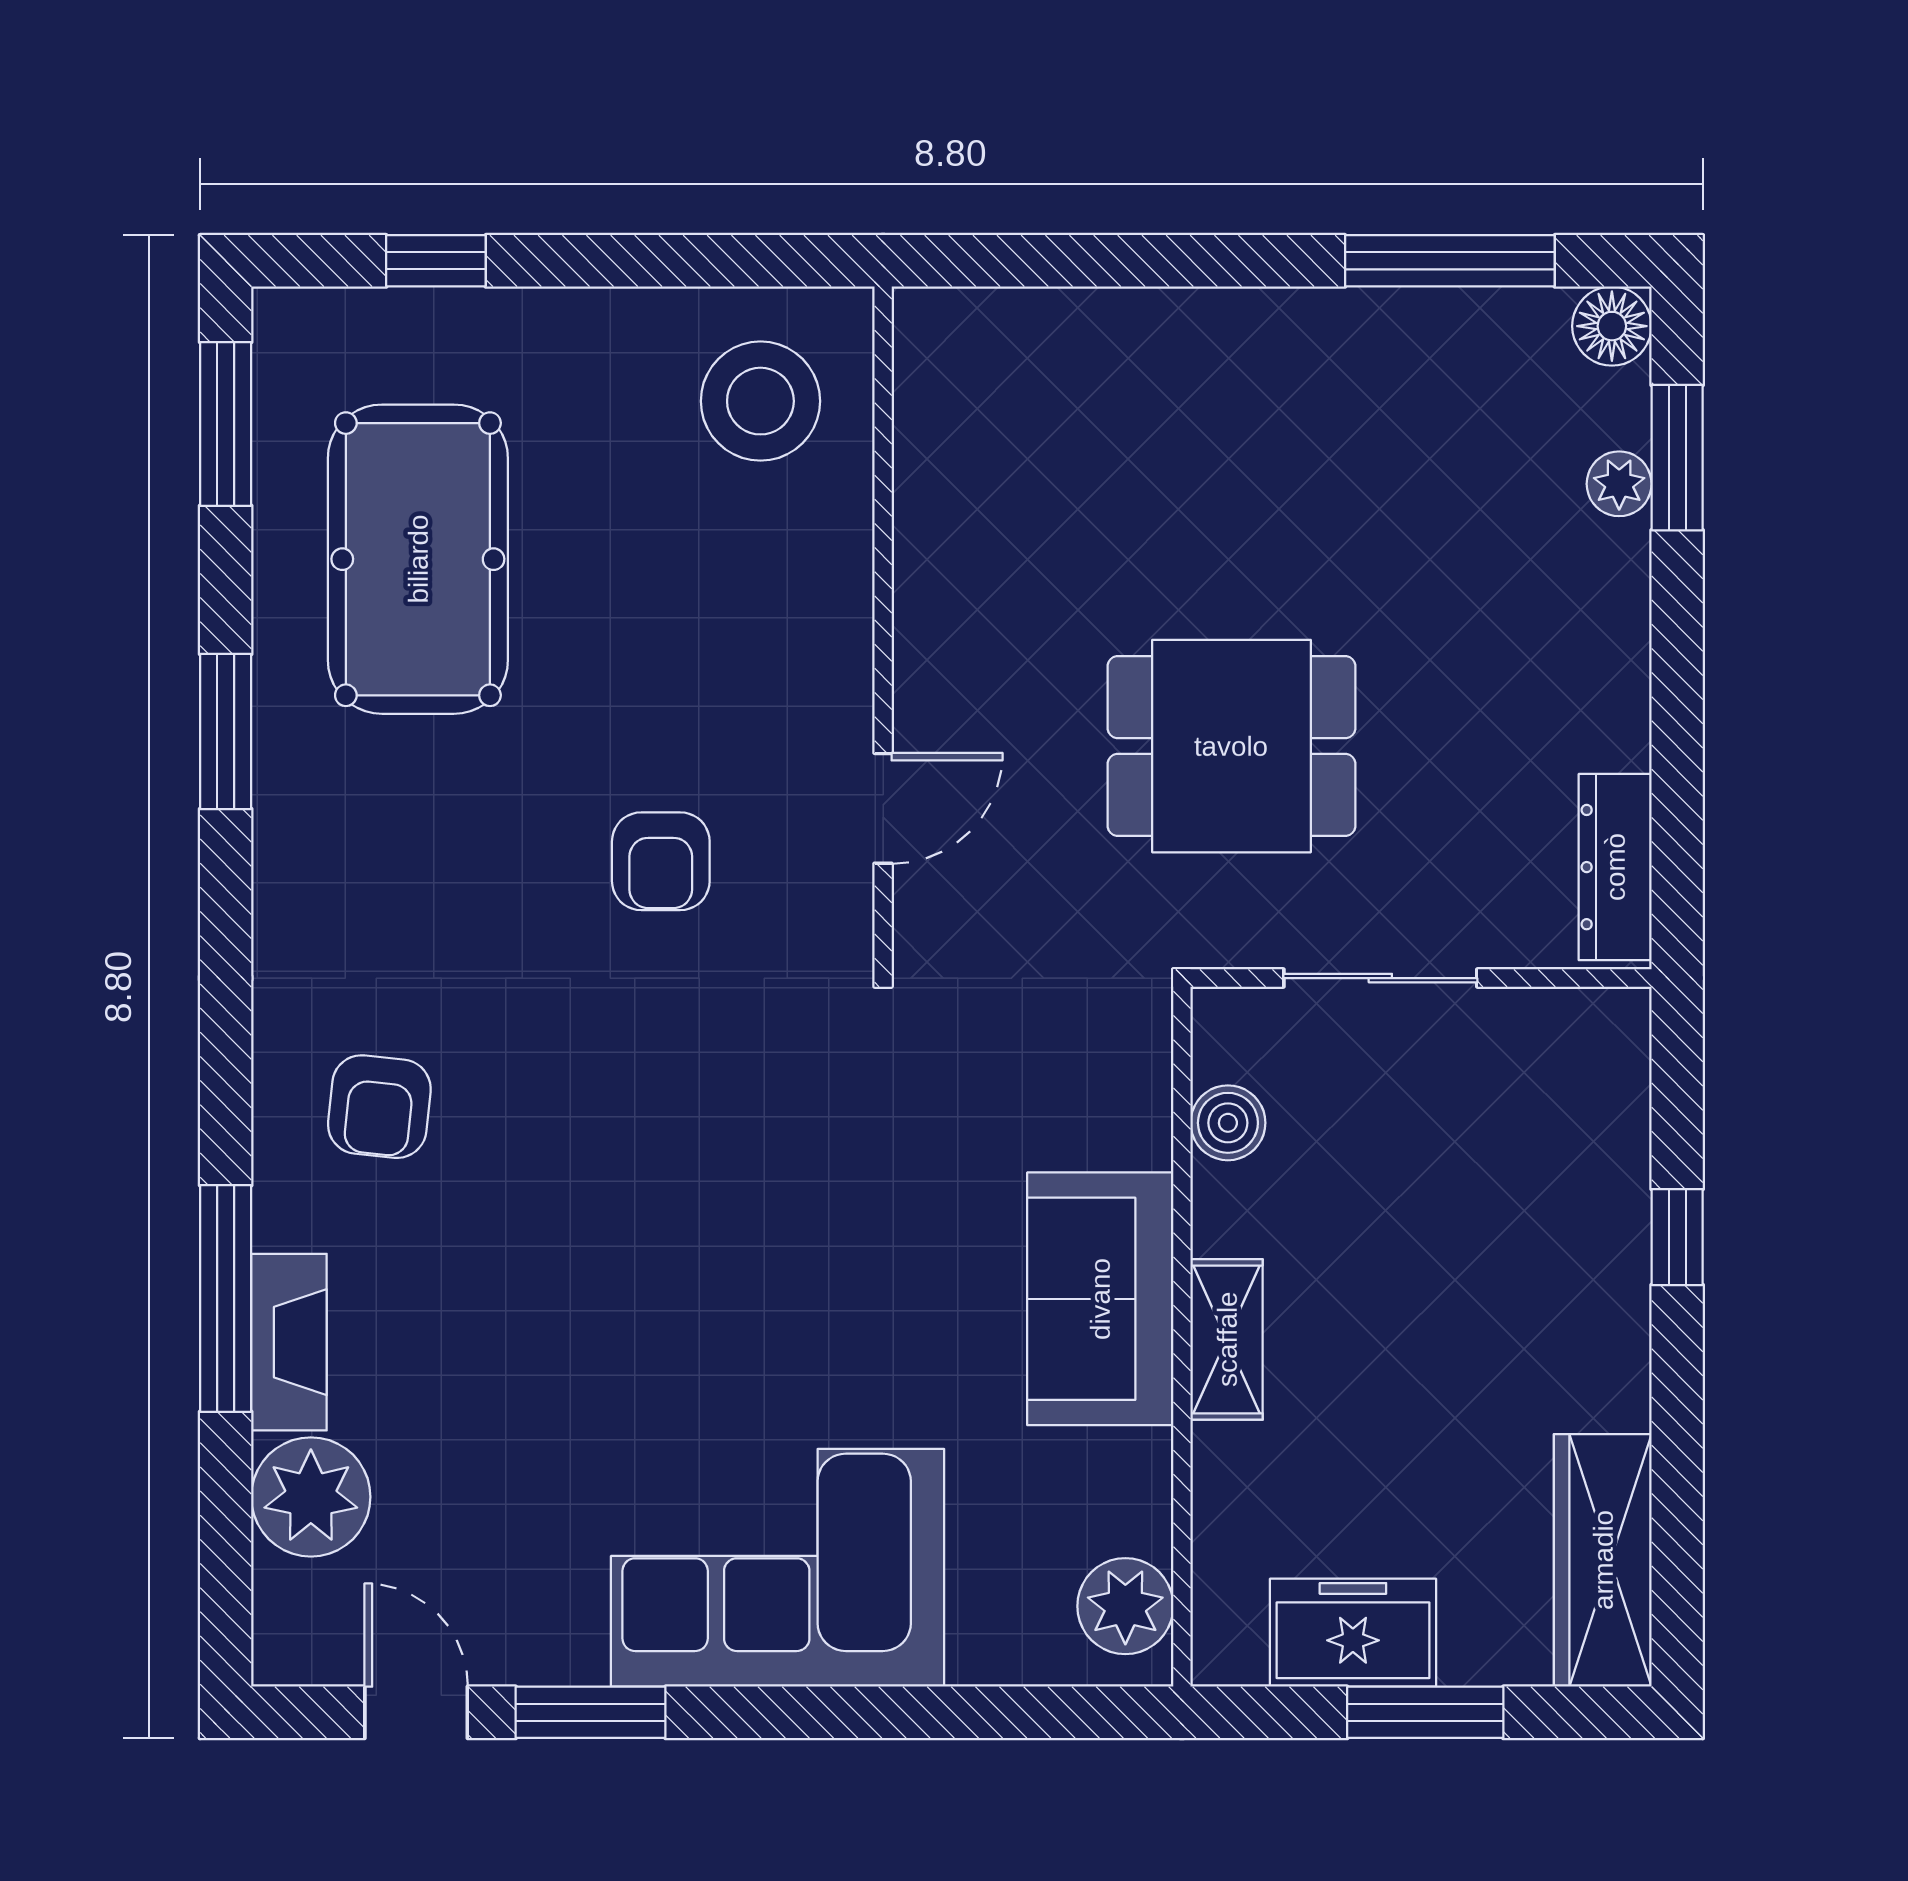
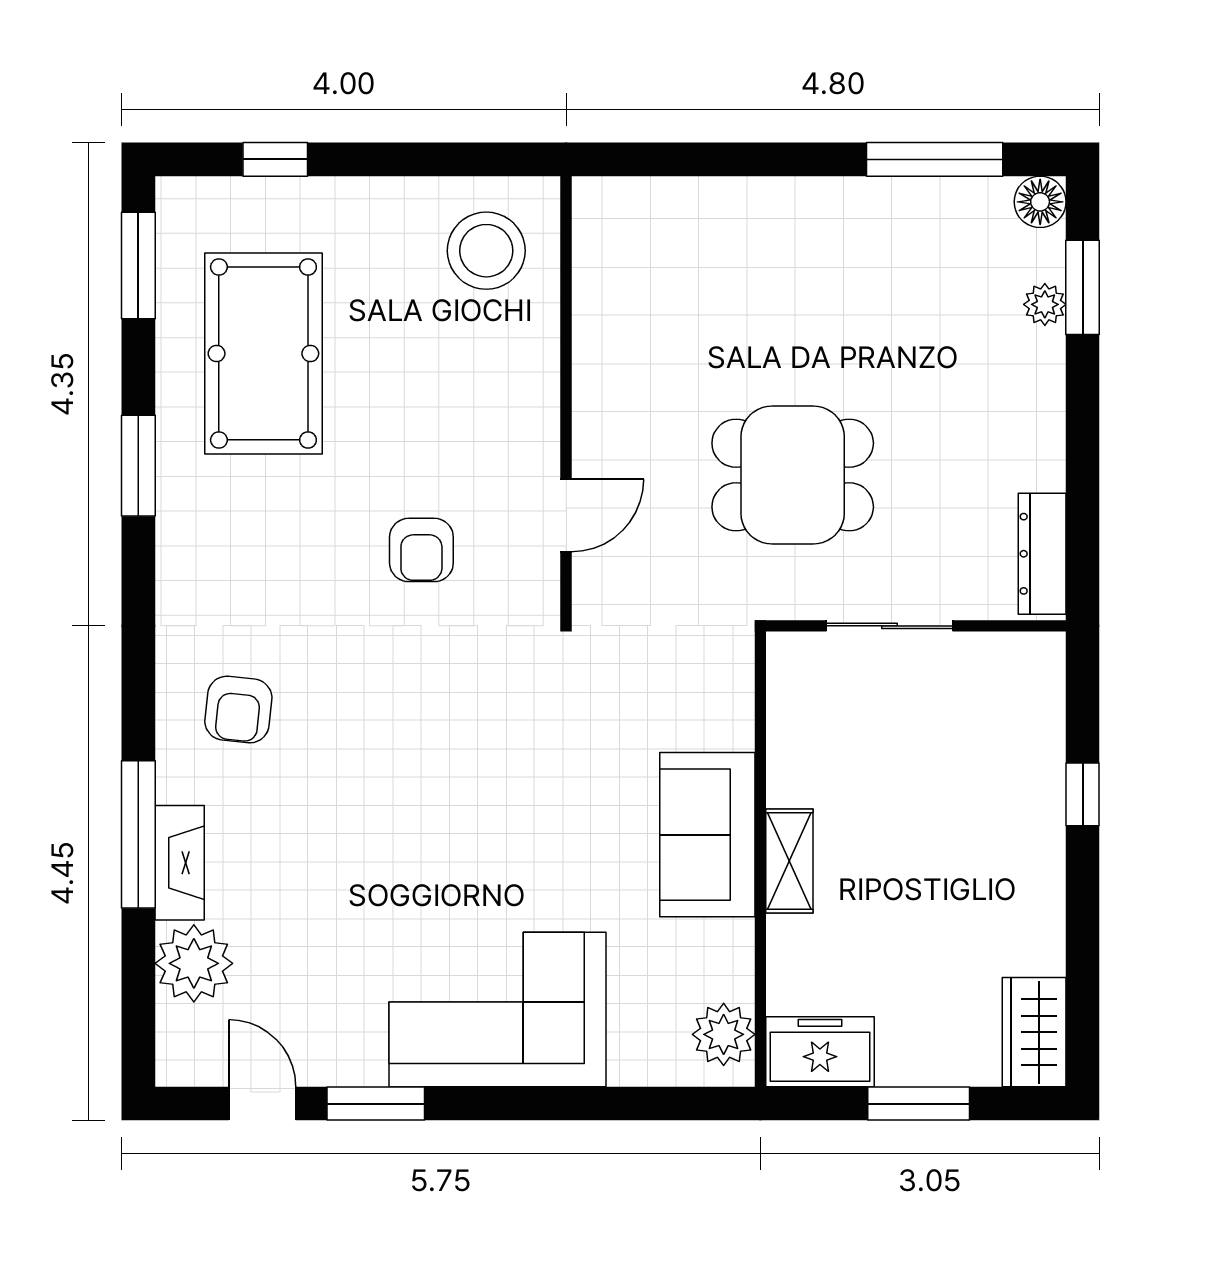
boiler: (1228, 1123) -> (790, 720), removed
wardrobe: (1603, 1560) -> (1034, 1032), width x0.67
freezer: (1353, 1633) -> (820, 1052), moved

